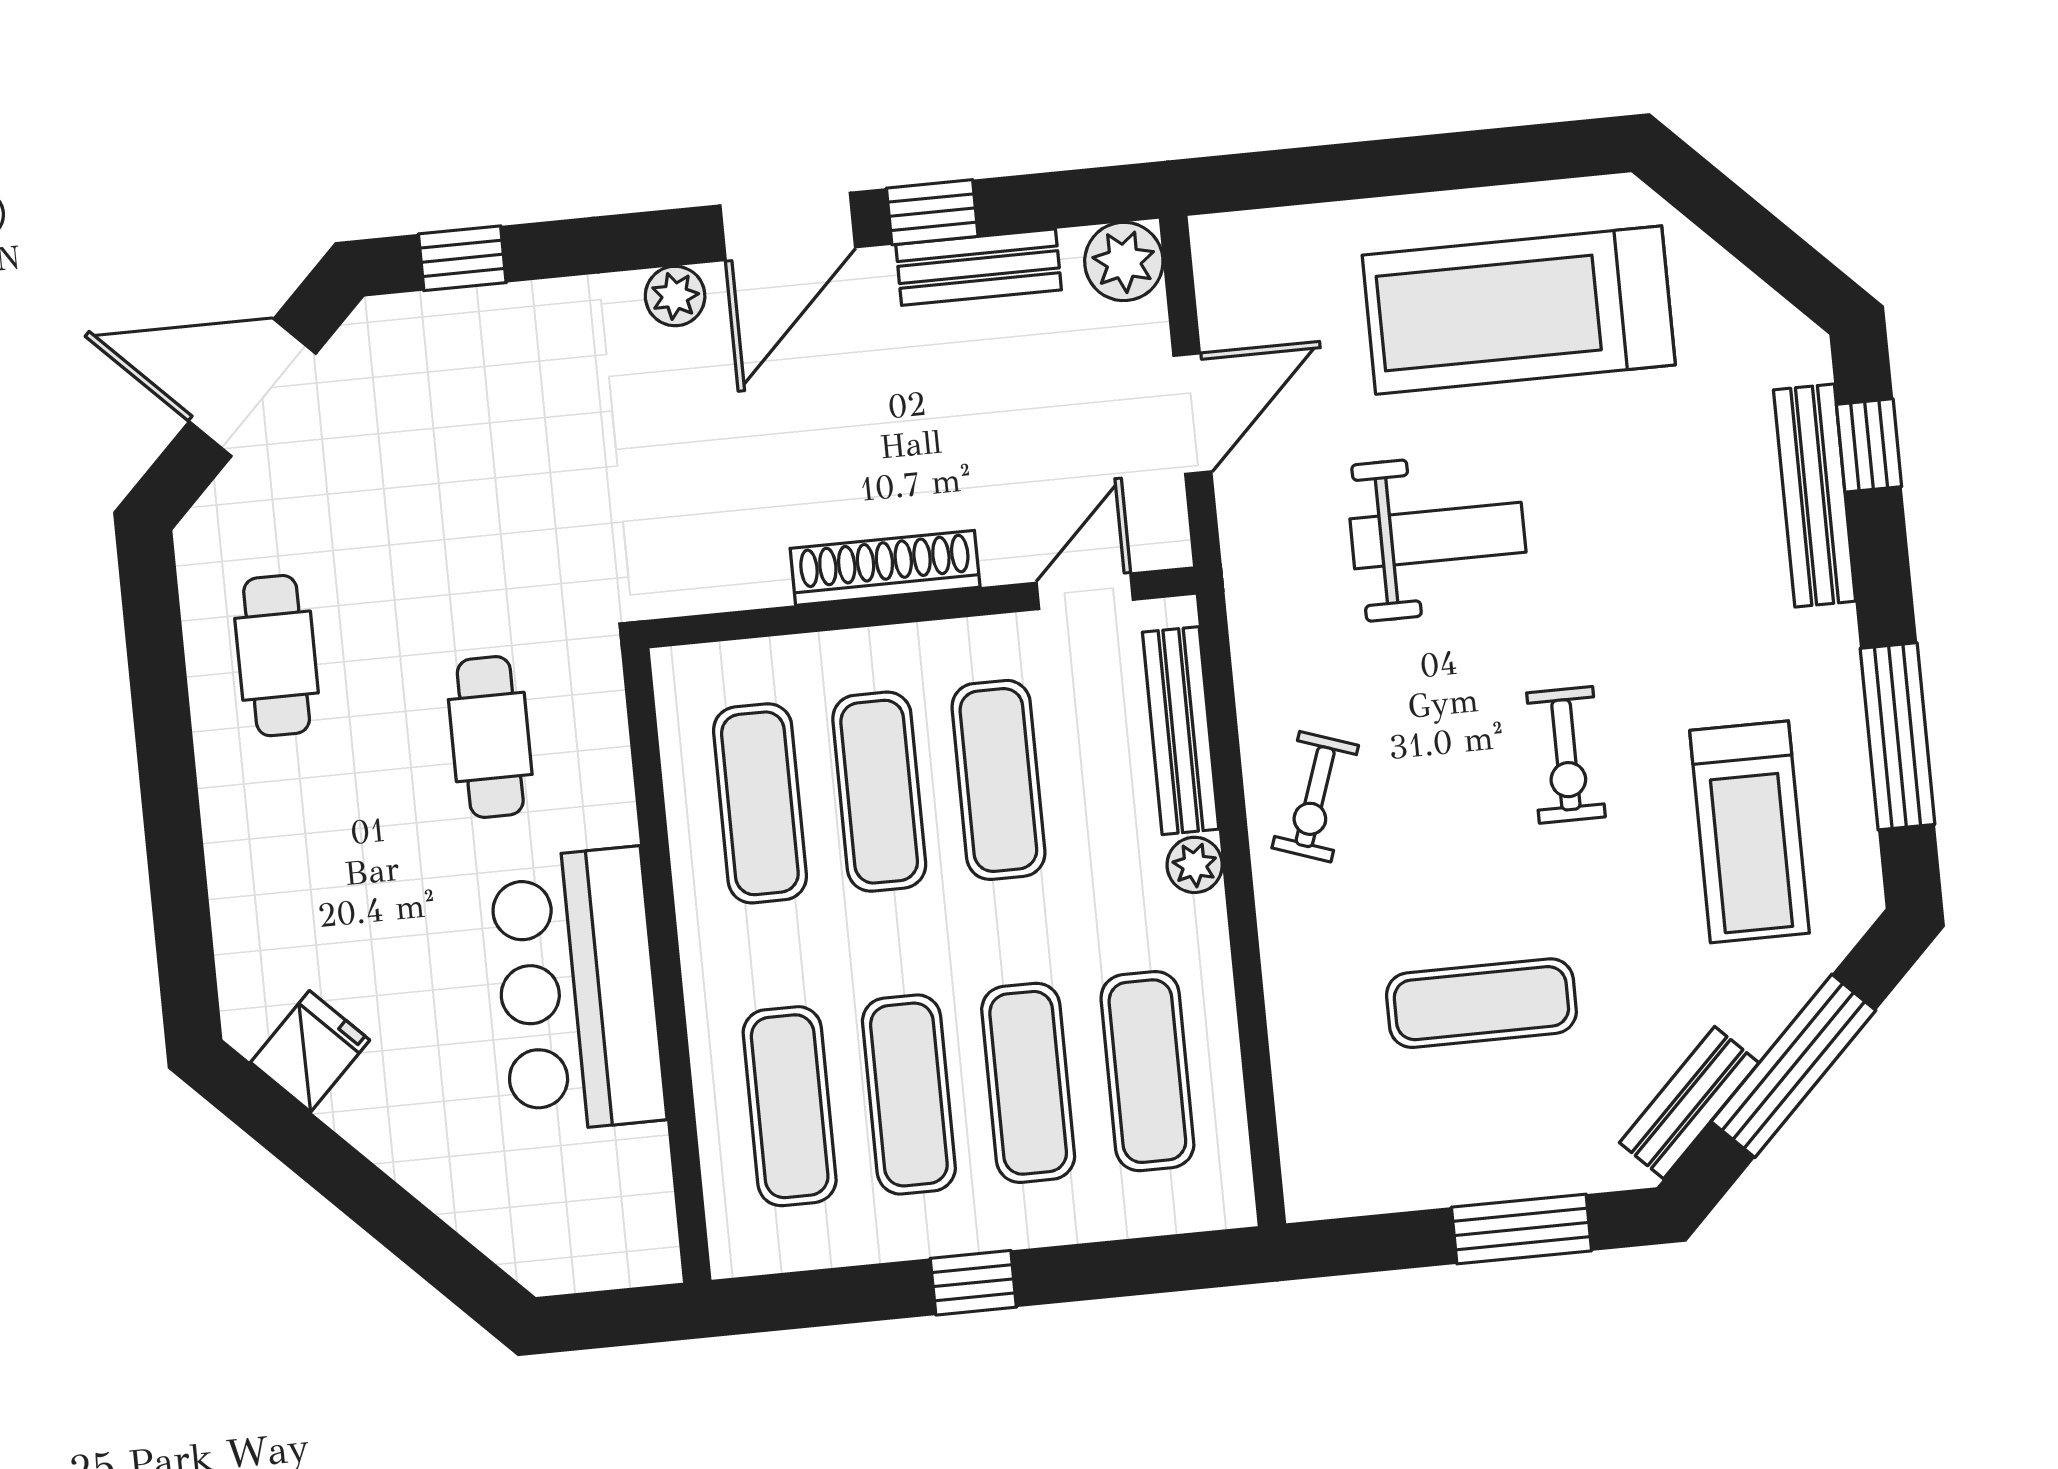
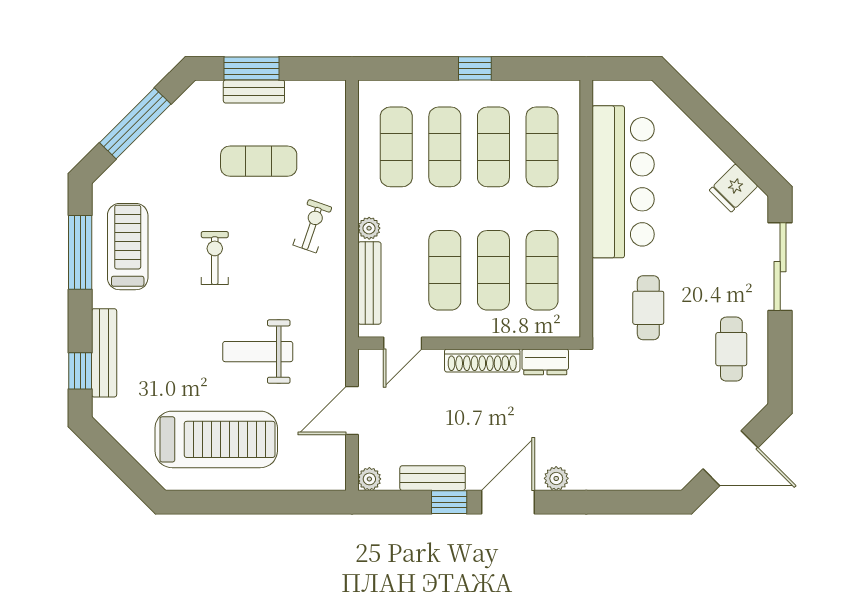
window: (462, 258) -> (641, 502), removed
plant: (1124, 261) -> (369, 479), width x0.73, depth x0.73
dresser: (730, 579) -> (545, 362), added
exercise bike: (1315, 797) -> (312, 226), moved
treadmill: (1749, 832) -> (128, 247), moved
sliding door: (177, 870) -> (780, 267), added
bar counter: (578, 990) -> (623, 182), width x1.36
bench: (1689, 1103) -> (254, 92), moved, turned 45

